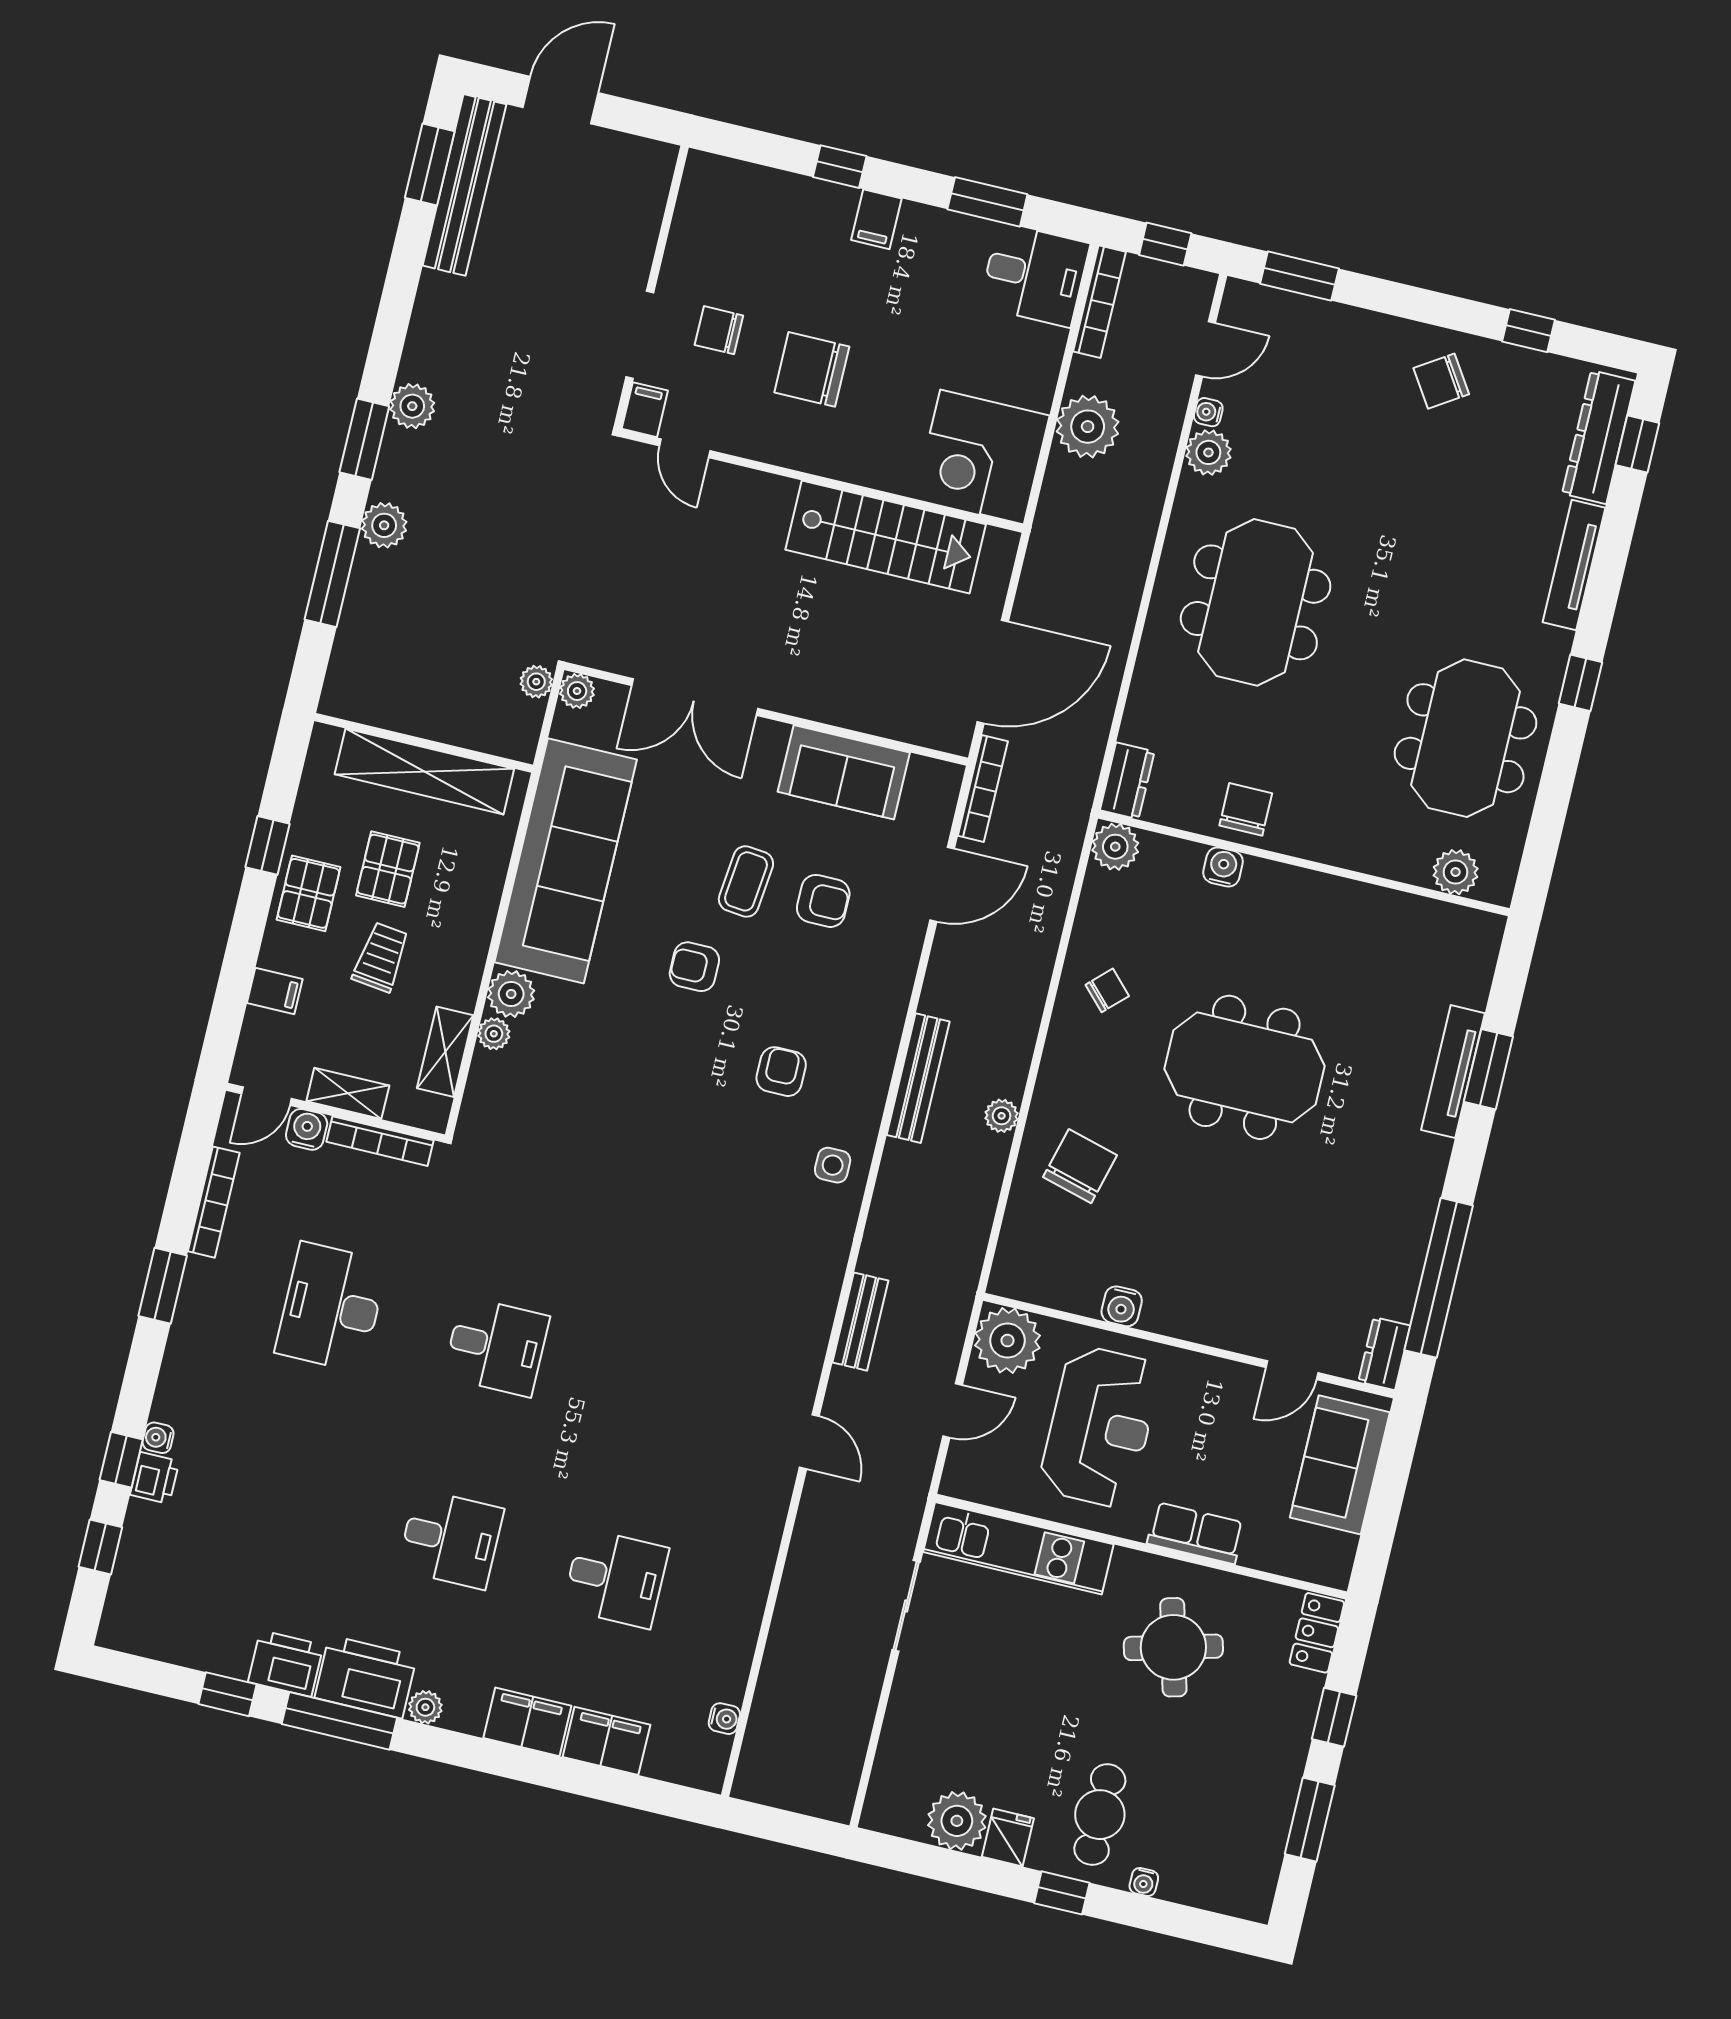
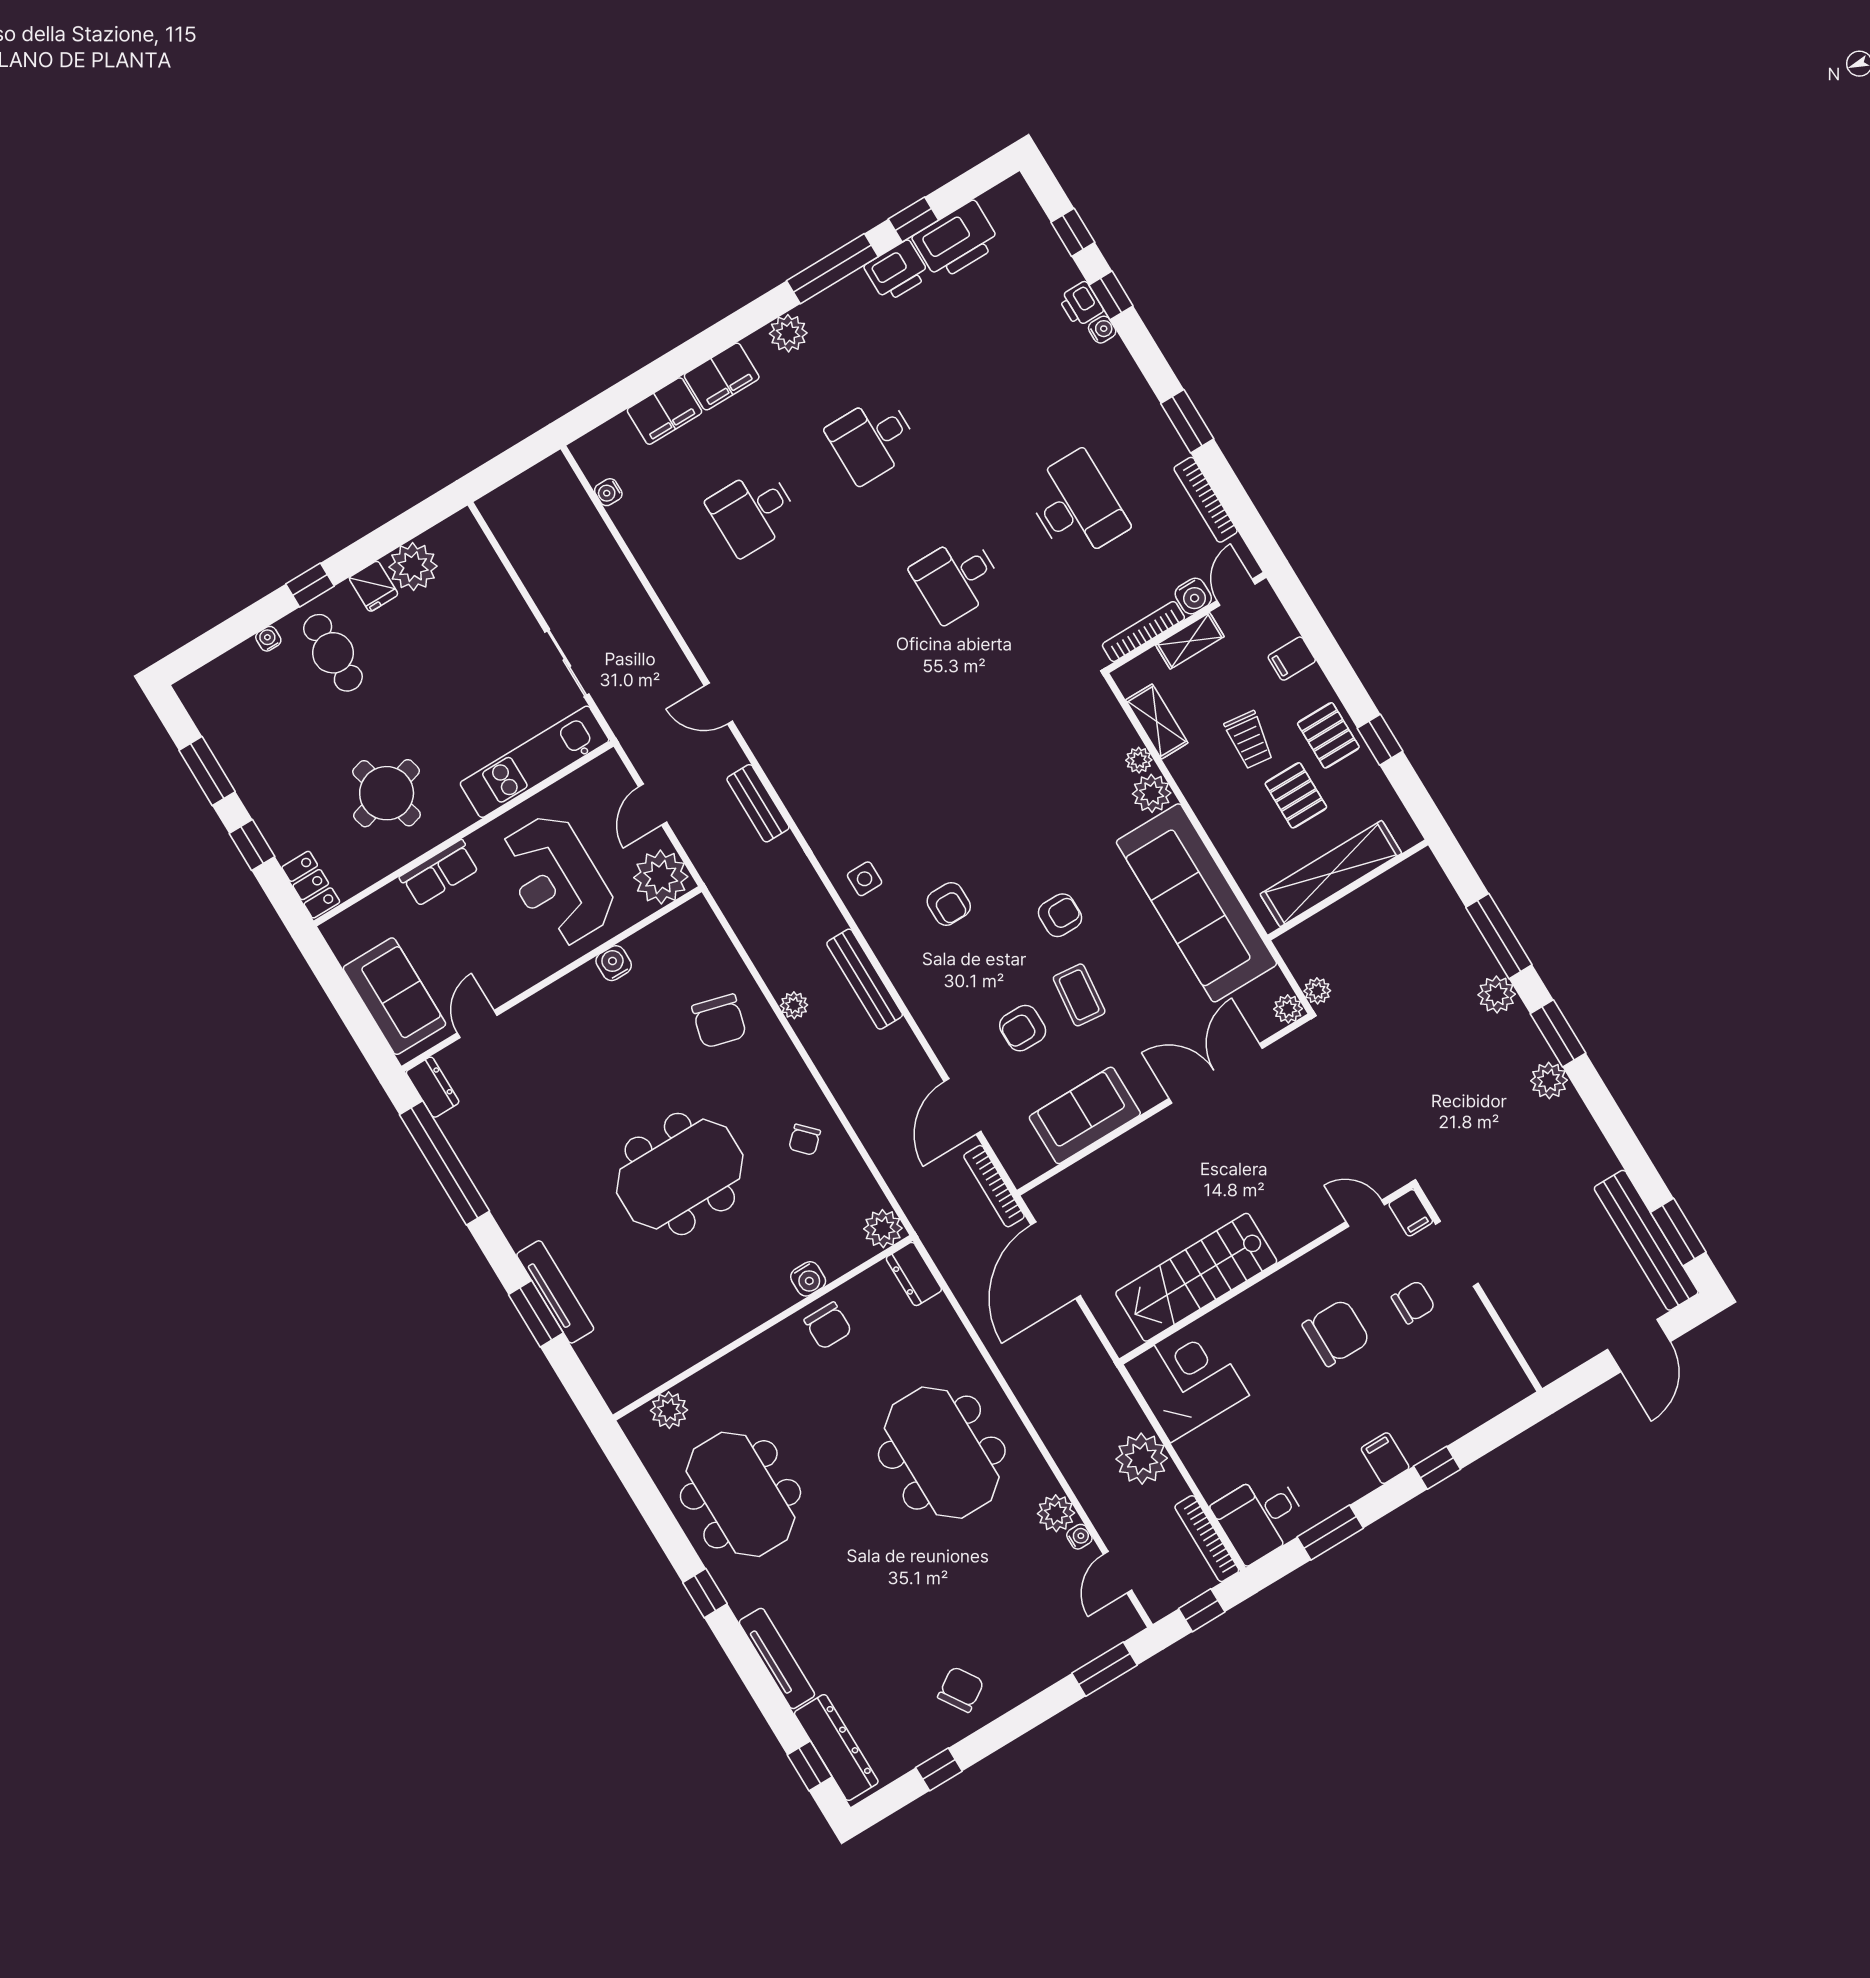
printer: (366, 1677) -> (956, 241), moved
plant: (425, 1707) -> (788, 333), width x1.38, depth x1.38

